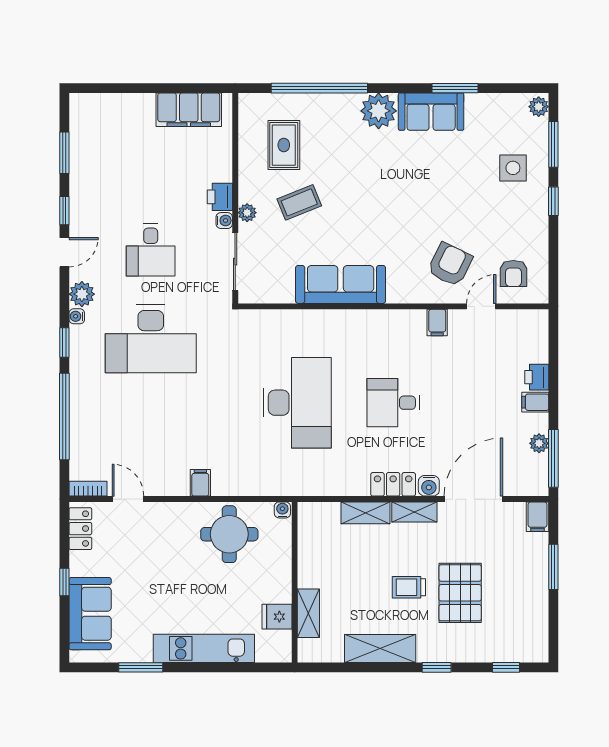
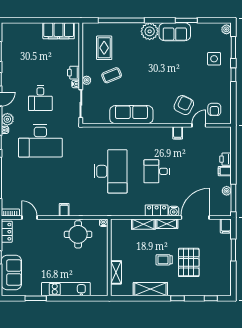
fridge: (277, 617) -> (101, 274), removed

